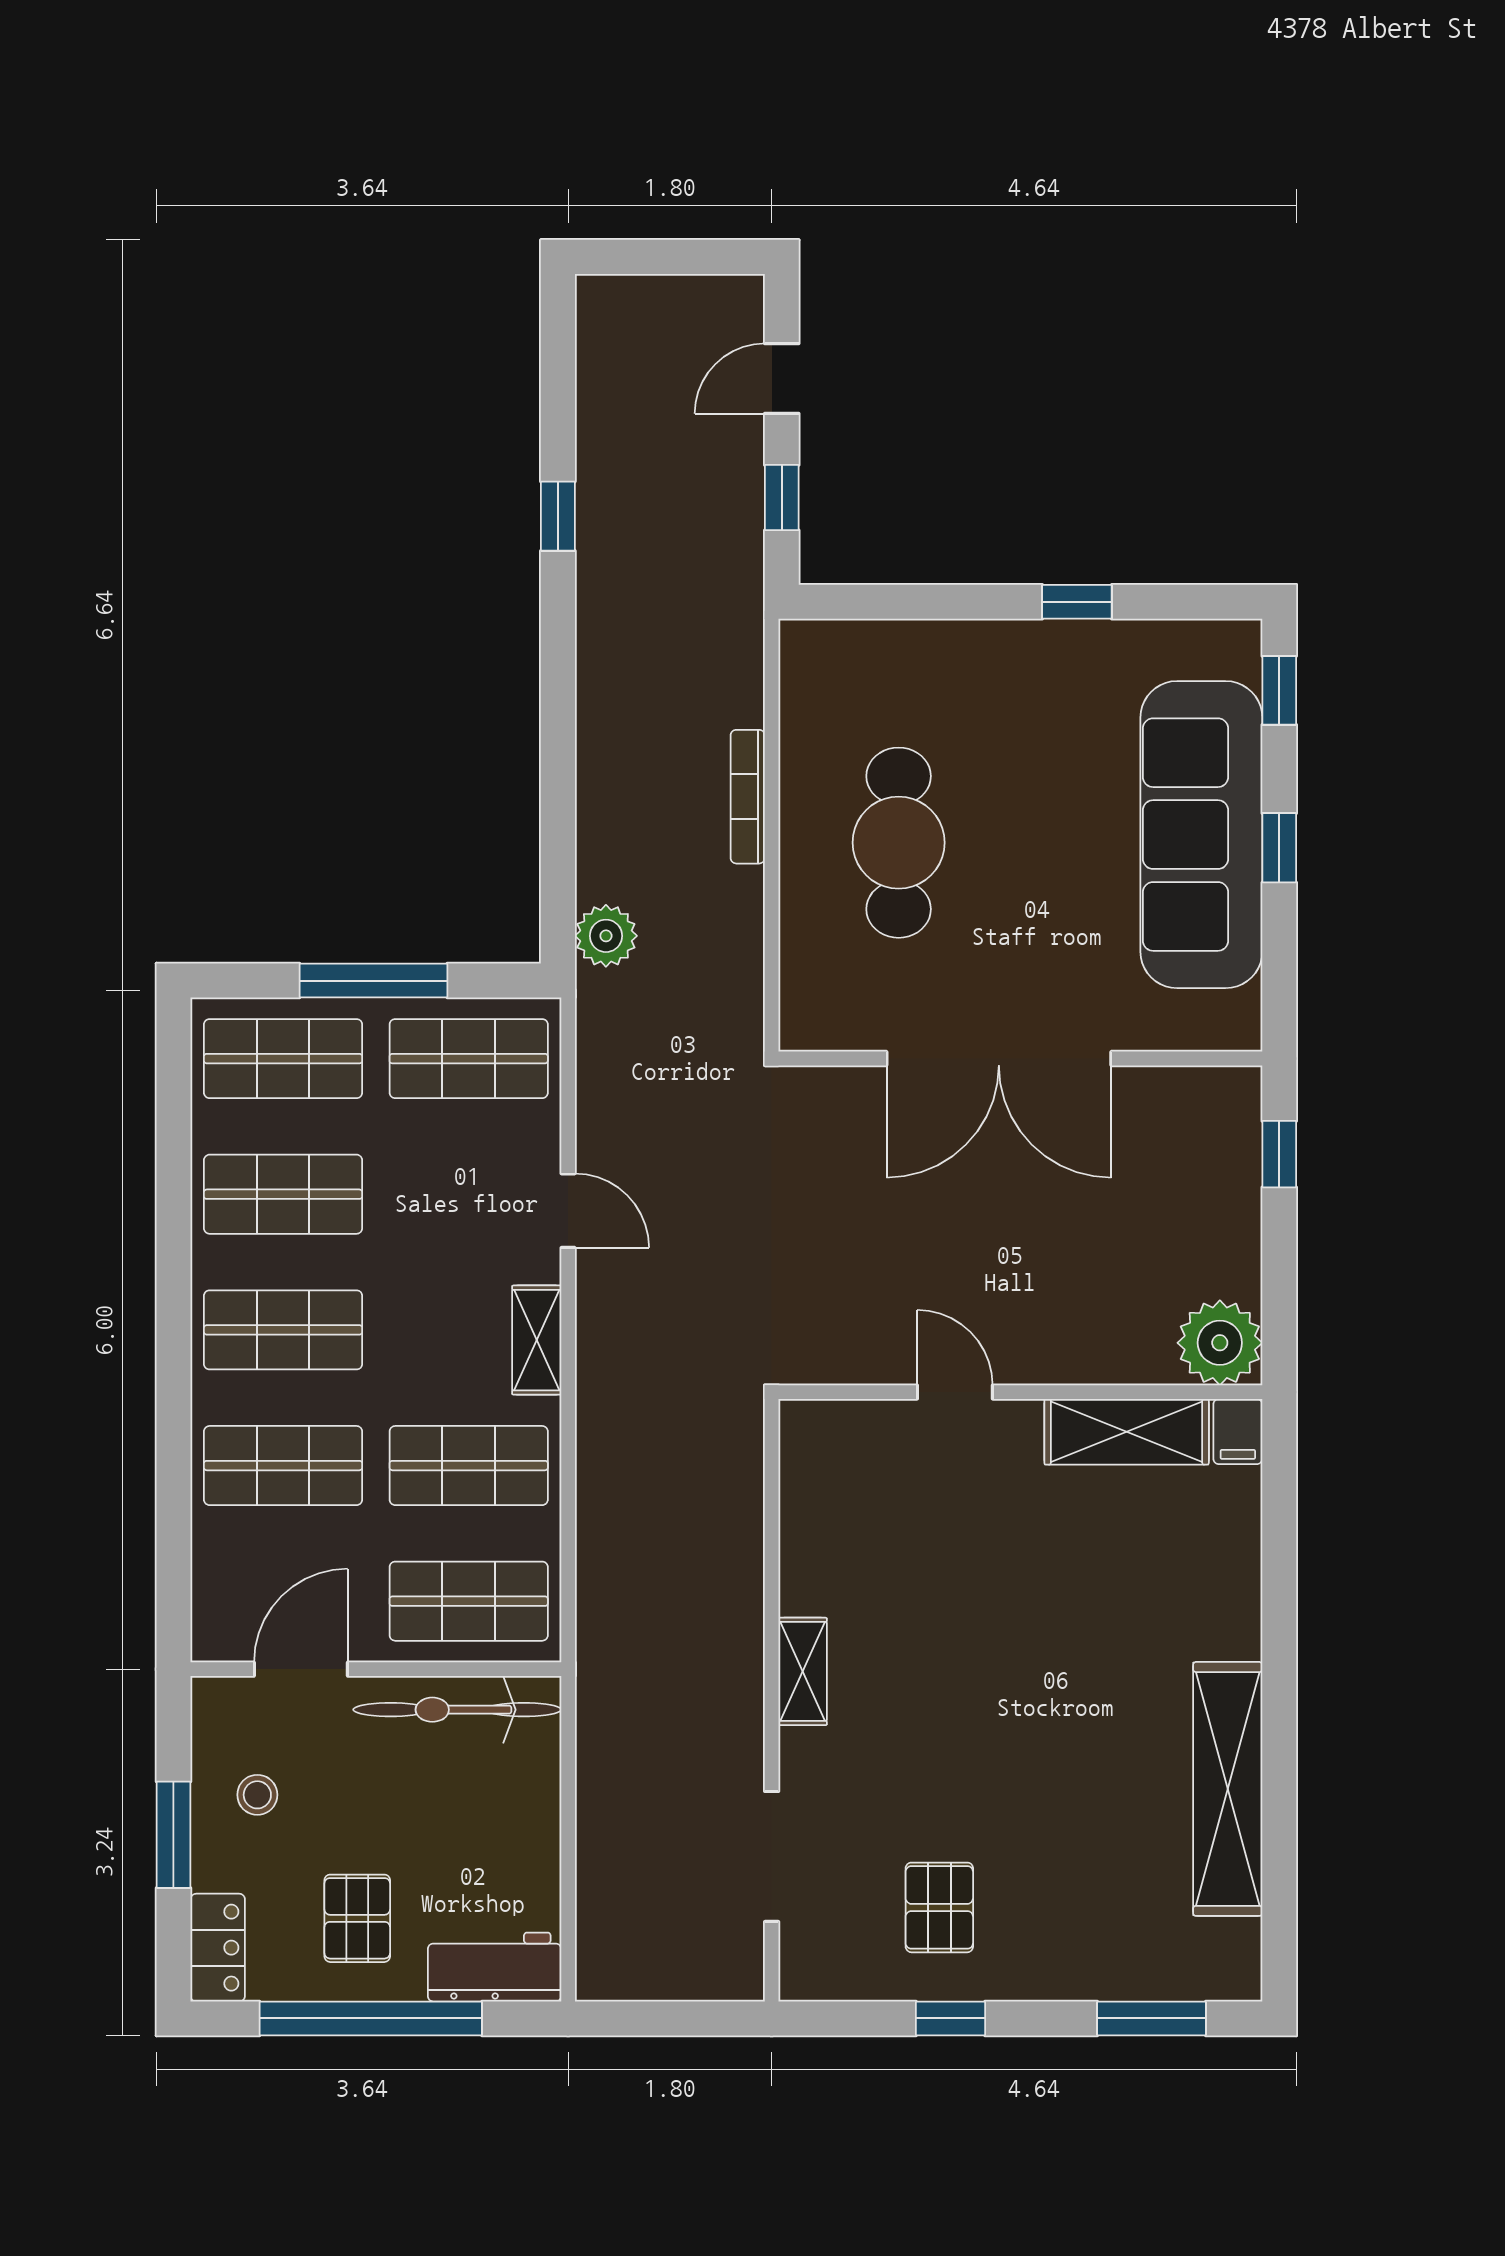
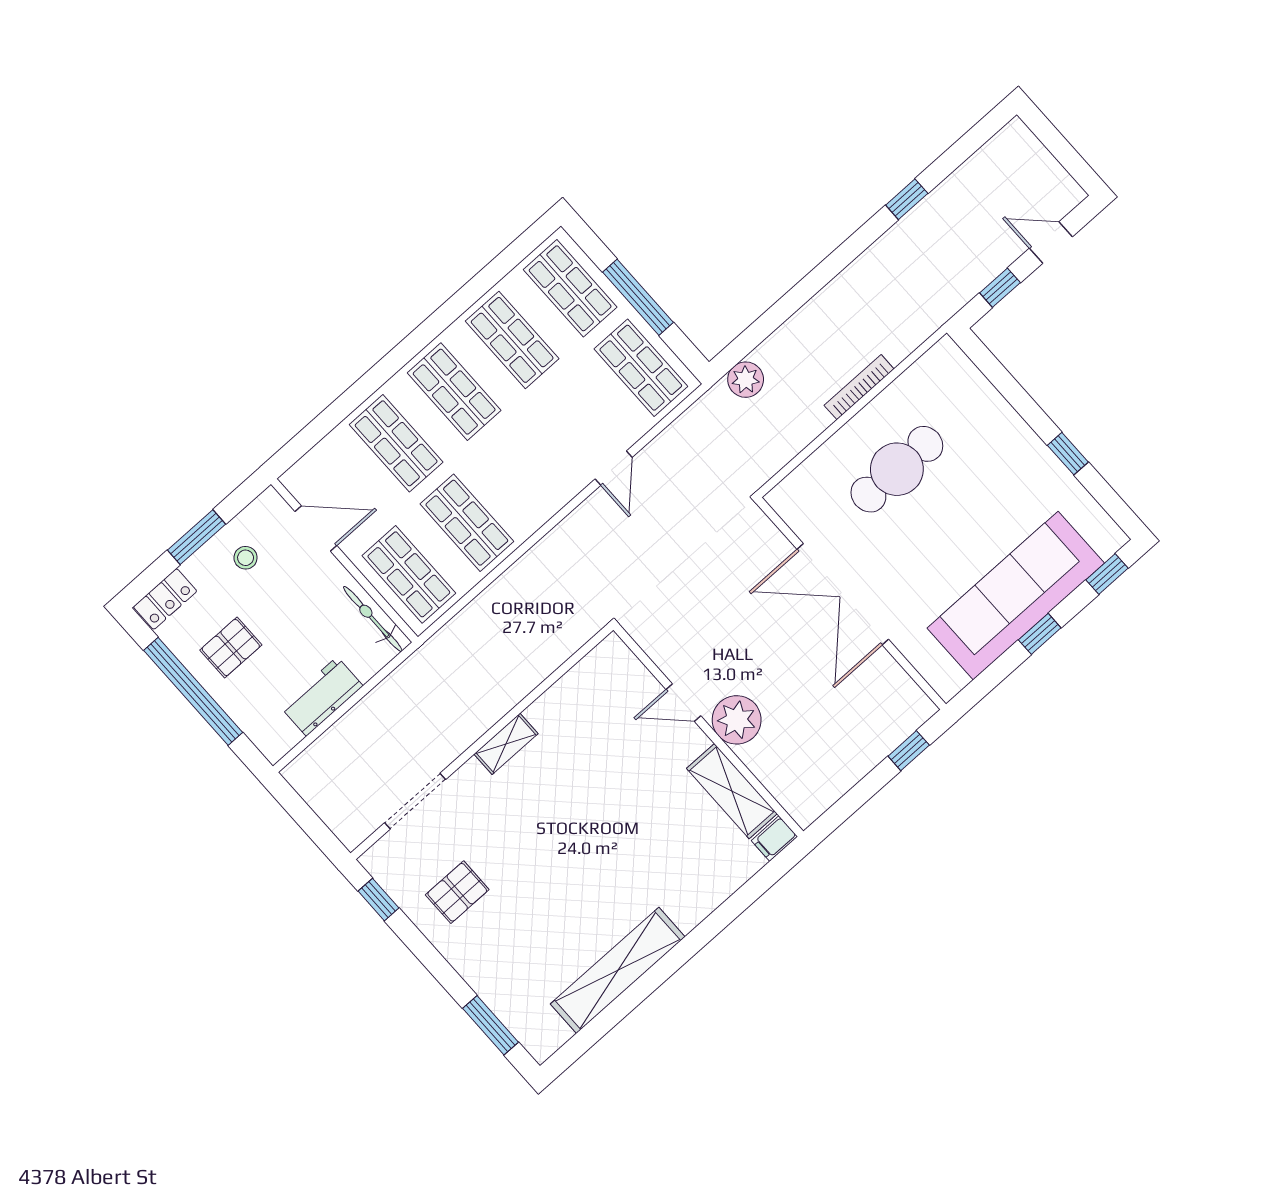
shelving: (537, 1340) -> (546, 504), removed
plant: (1220, 1343) -> (737, 720), moved
door: (955, 1392) -> (683, 703), swing flipped
bicycle: (457, 1710) -> (373, 619), width x0.73, depth x0.71
workbench: (495, 1967) -> (322, 697), moved, turned -90
window: (950, 2018) -> (379, 900), moved

